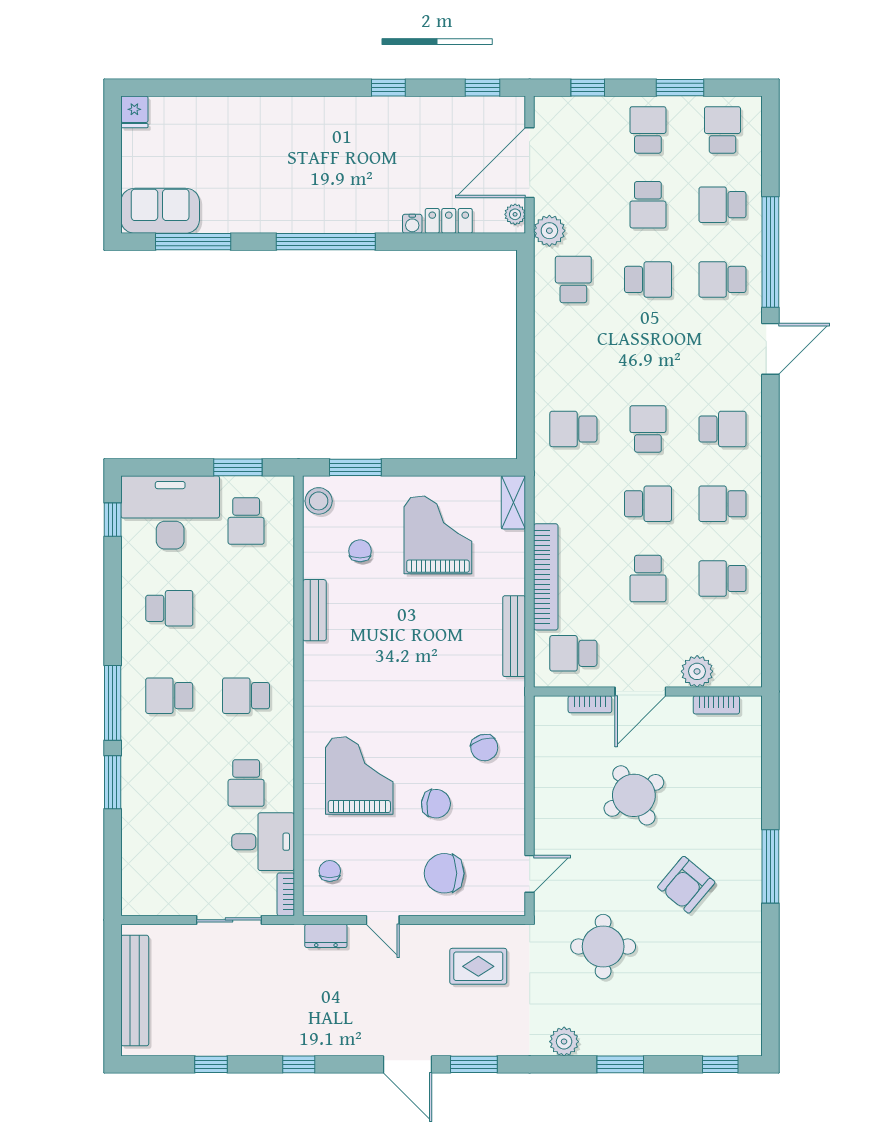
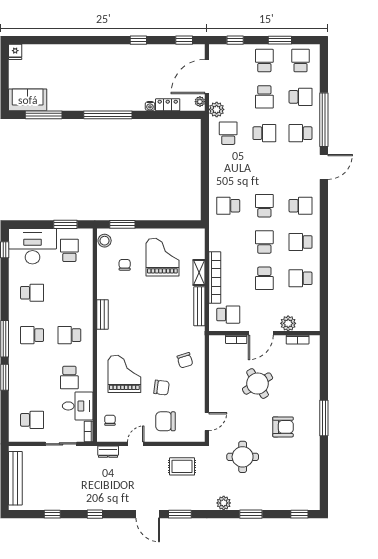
school desk: (722, 205) -> (301, 97), turned 180
shelving: (513, 502) -> (199, 272), moved
school desk: (648, 504) -> (264, 242), turned -90
school desk: (246, 521) -> (69, 250), turned 180
bench: (314, 610) -> (102, 314), moved
school desk: (573, 653) -> (228, 315), turned 180
school desk: (169, 870) -> (32, 420), added
armchair: (686, 885) -> (283, 427), turned -130
door: (383, 920) -> (136, 444), swing flipped

